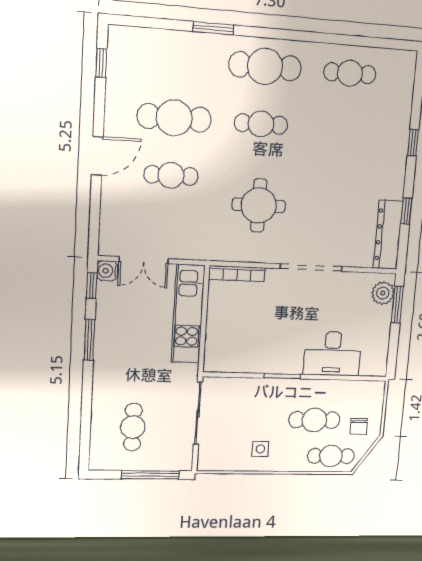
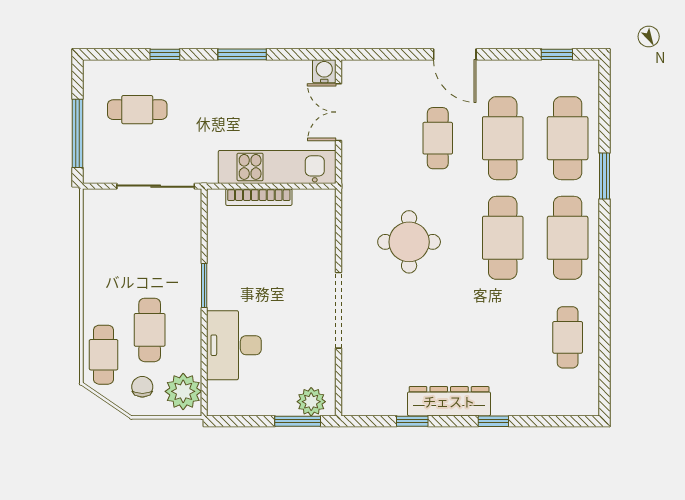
cafe table: (178, 59) -> (568, 138), added
cafe table: (261, 124) -> (503, 238), width x1.37, depth x1.35
dresser: (388, 235) -> (449, 401), moved
bookcase: (237, 274) -> (259, 197), moved, turned -90
window: (92, 286) -> (165, 54), moved
plant: (365, 395) -> (183, 391), added
chair: (359, 426) -> (142, 387), turned 90
side table: (260, 449) -> (112, 265), removed

